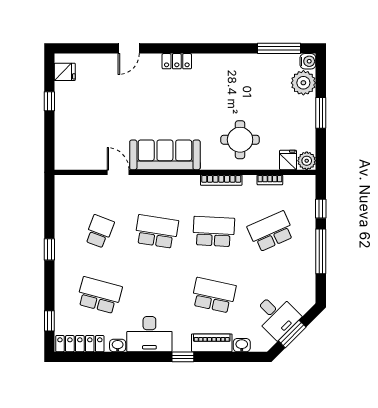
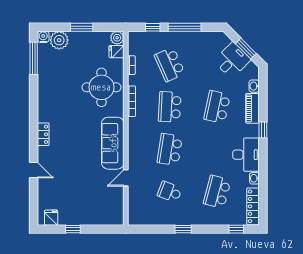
round table: (240, 140) -> (101, 87), width x1.36, depth x1.36

